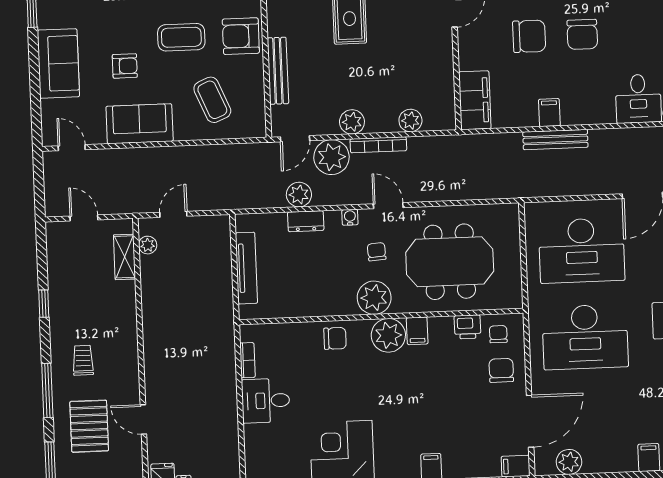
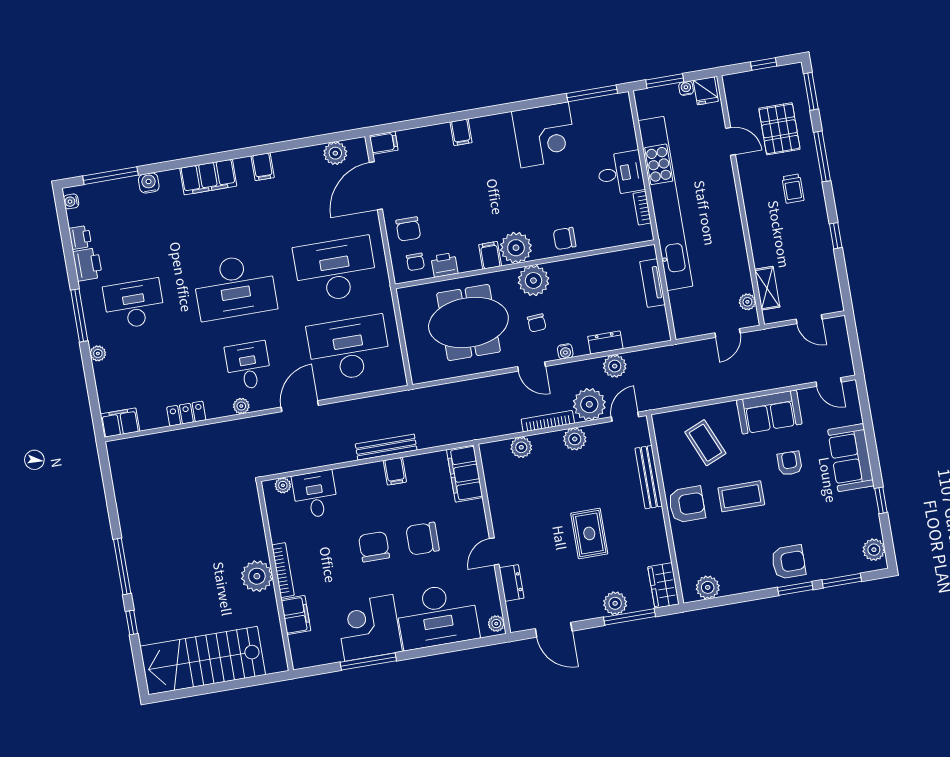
armchair: (125, 66) -> (790, 463), turned 90
tv unit: (246, 268) -> (653, 283), width x0.71
kitchen unit: (222, 362) -> (665, 203), added

